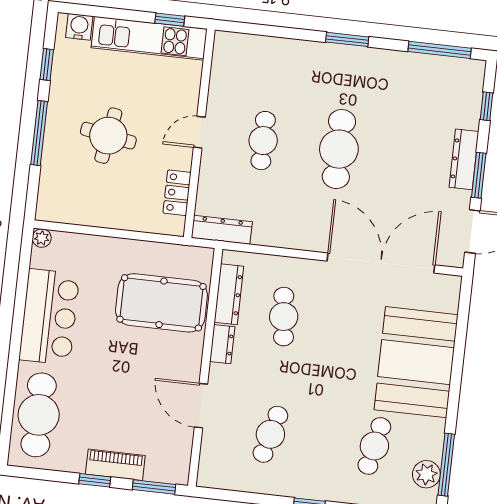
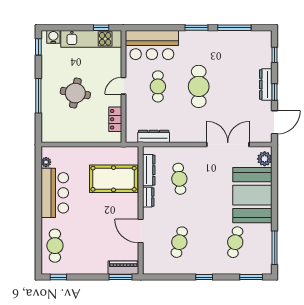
window: (440, 50) -> (234, 28), moved
bar counter: (261, 62) -> (152, 45), added
window: (47, 65) -> (38, 47), moved
window: (479, 175) -> (275, 92), width x0.67
dresser: (222, 230) -> (154, 136), moved
plant: (42, 238) -> (46, 162), moved
double door: (381, 263) -> (228, 144), width x0.73
cafe table: (39, 415) -> (55, 246), width x0.73, depth x0.74
piano: (115, 465) -> (123, 268), moved
plant: (426, 474) -> (265, 159), moved
window: (95, 480) -> (58, 277), moved

